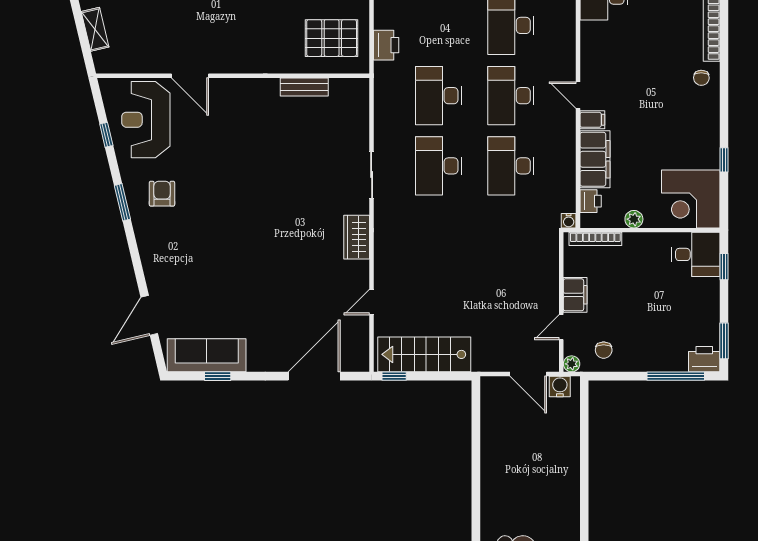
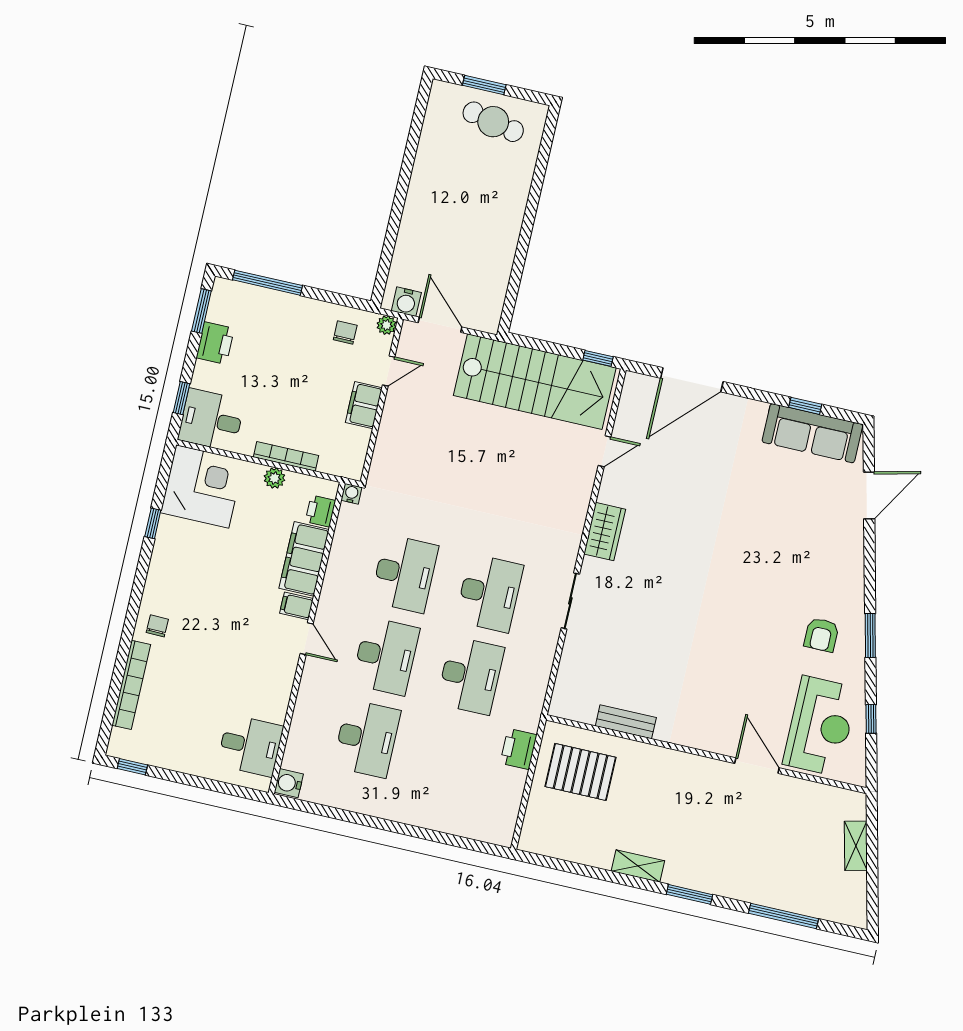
bookcase: (595, 239) -> (286, 456), moved
stairs: (424, 354) -> (535, 382), width x1.36, depth x1.51
printer: (704, 359) -> (215, 343), moved, turned -90

